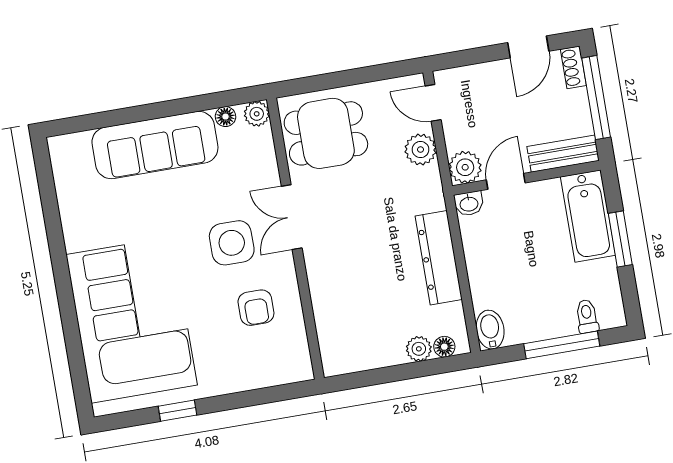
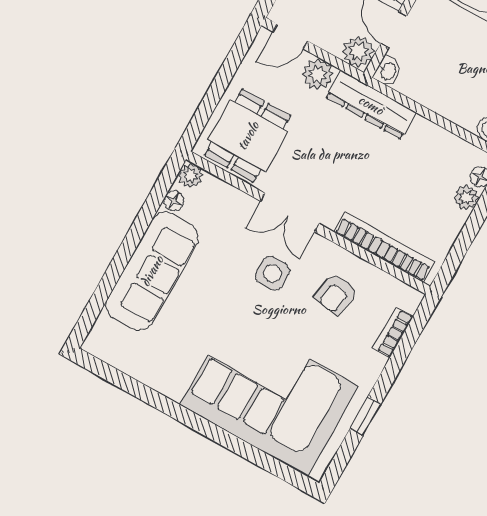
side table: (232, 243) -> (272, 273), width x0.73, depth x0.73
dresser: (439, 258) -> (371, 105), moved
armchair: (256, 308) -> (336, 295), turned 100
bookcase: (325, 315) -> (384, 247), added
bookcase: (263, 378) -> (393, 332), added

